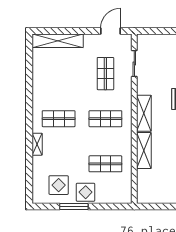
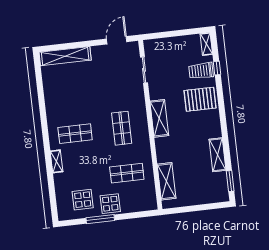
shop shelf: (105, 74) -> (116, 83), removed
shop shelf: (105, 119) -> (122, 128), turned 90
shelving: (144, 151) -> (167, 181), moved

